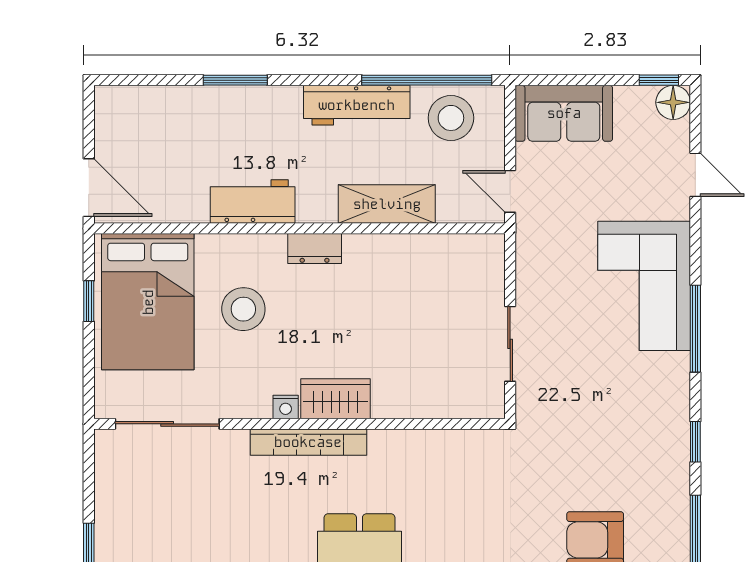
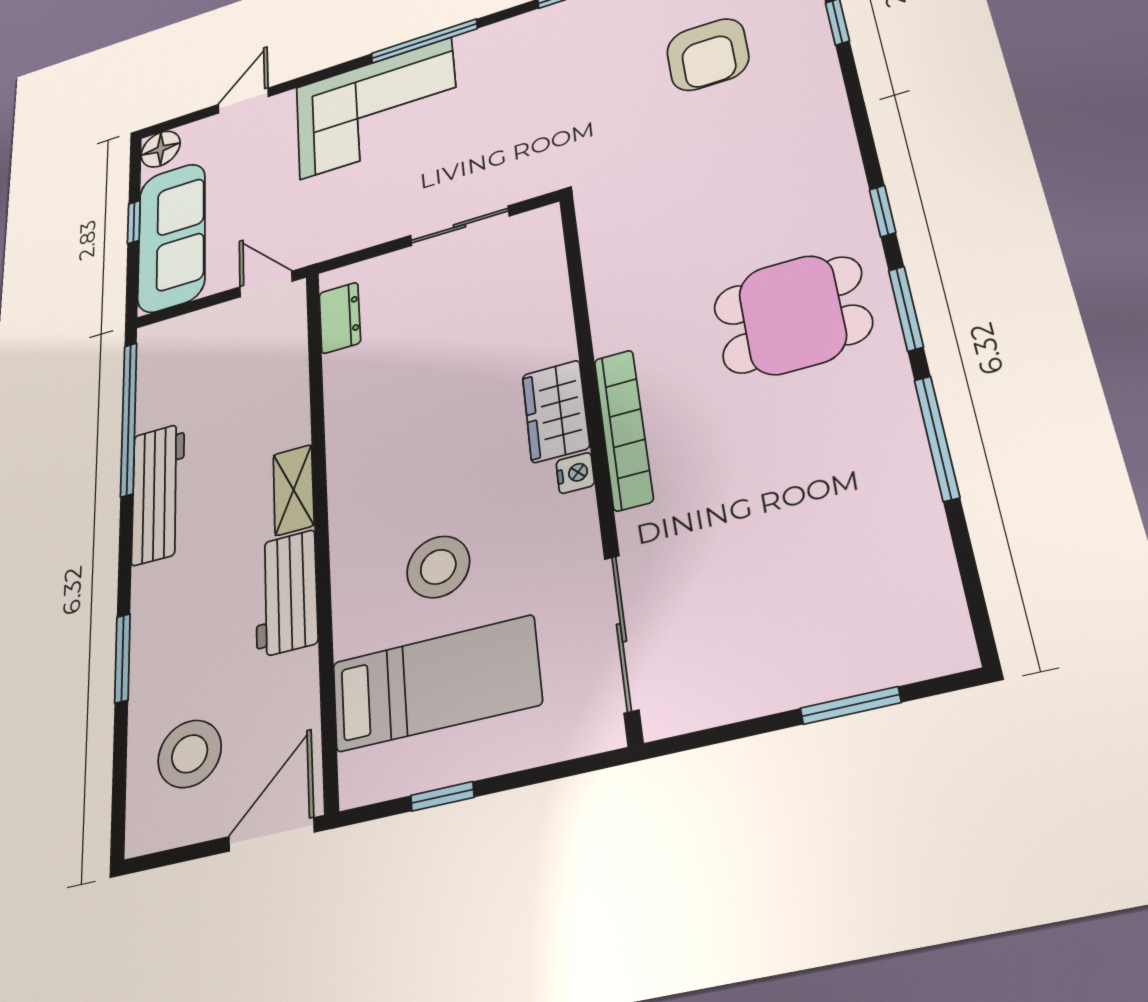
window: (659, 80) -> (134, 222), moved
sofa: (564, 113) -> (172, 237), width x1.36
stool: (451, 118) -> (190, 754), moved
door: (510, 191) -> (266, 284), swing flipped
shelving: (387, 204) -> (293, 490), moved, width x0.67, depth x0.75
dresser: (315, 249) -> (340, 318), moved
bed: (148, 302) -> (435, 683), width x0.67

